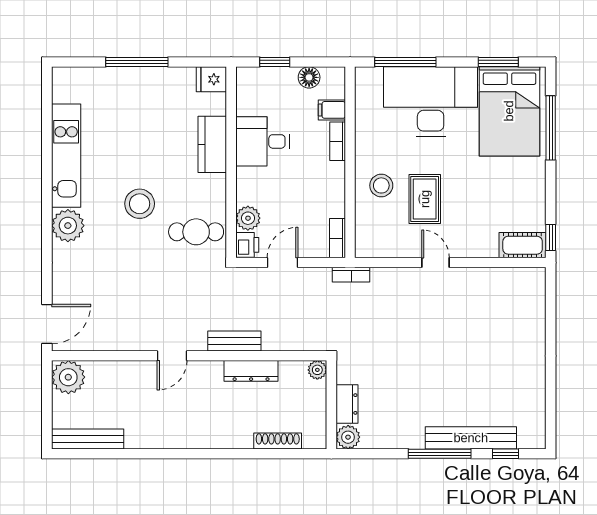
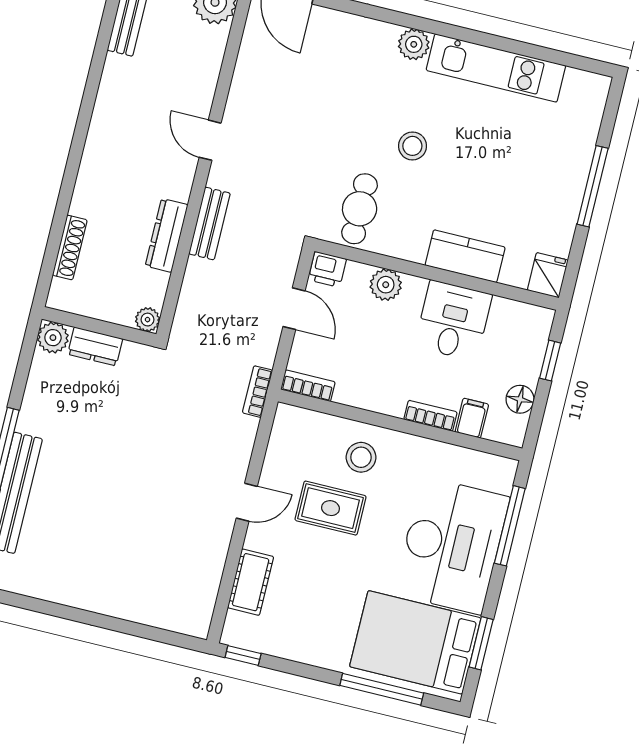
stool: (140, 204) -> (412, 146), width x0.73, depth x0.73
plant: (248, 218) -> (386, 285), moved
plant: (68, 226) -> (414, 44), width x0.73, depth x0.73
cot: (523, 245) -> (251, 582), moved

